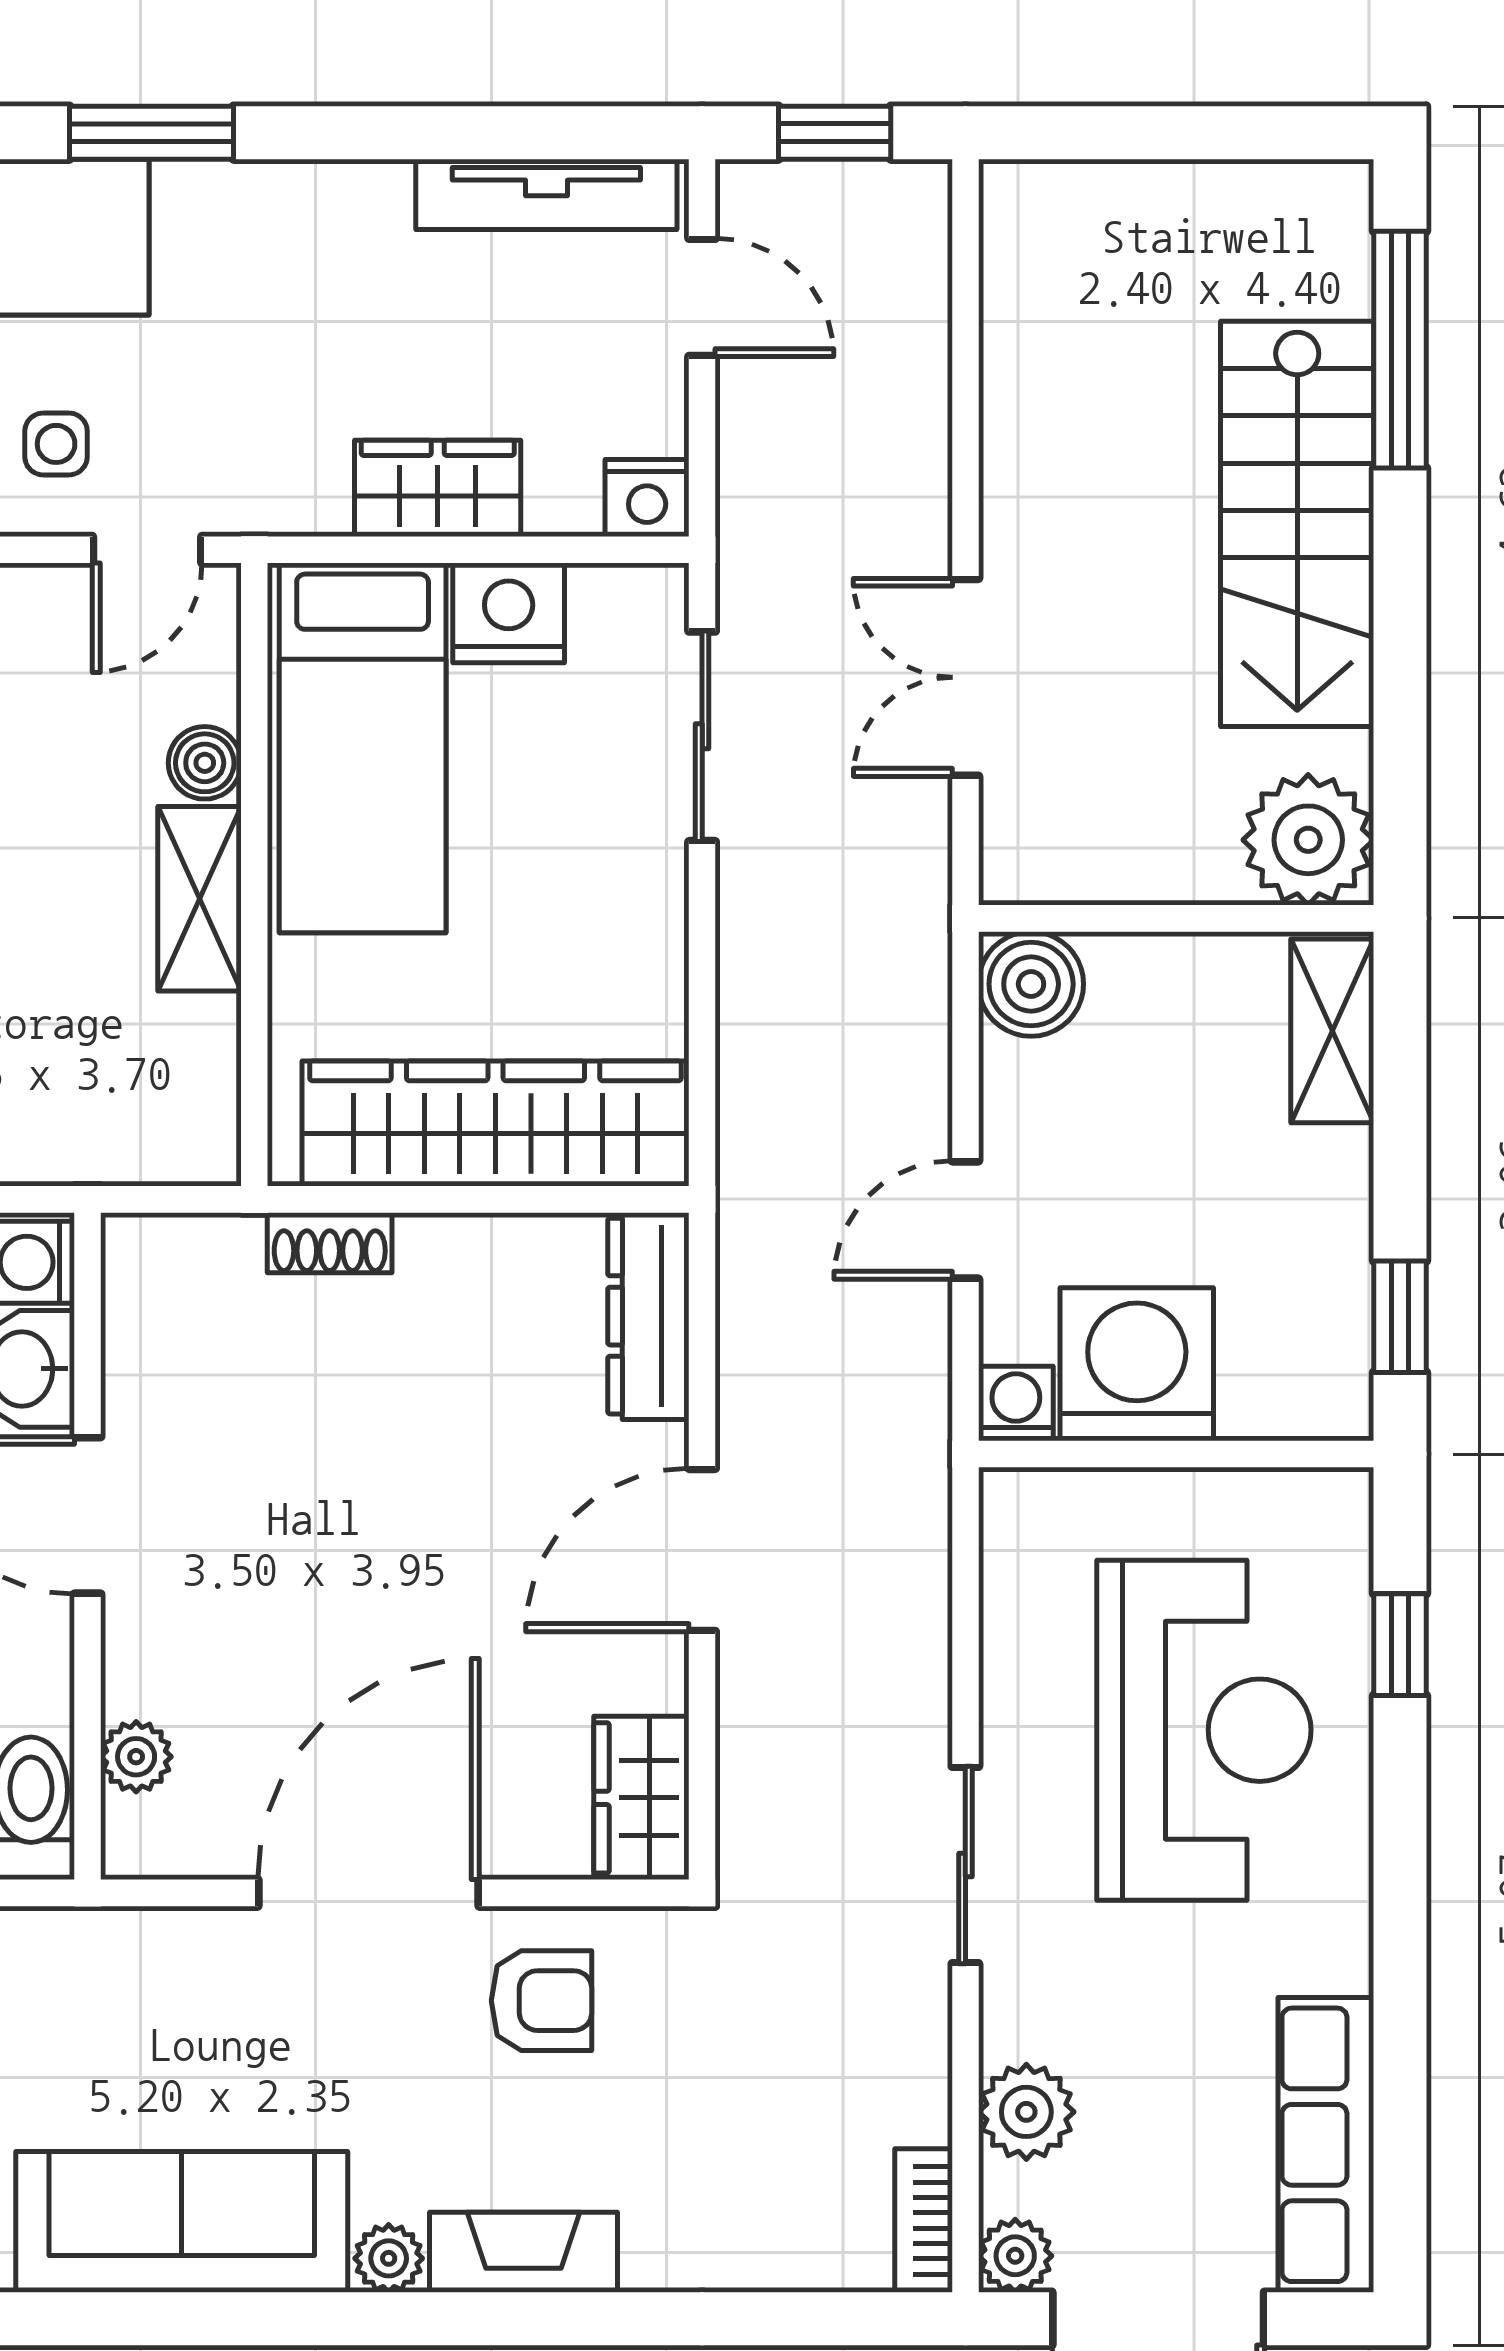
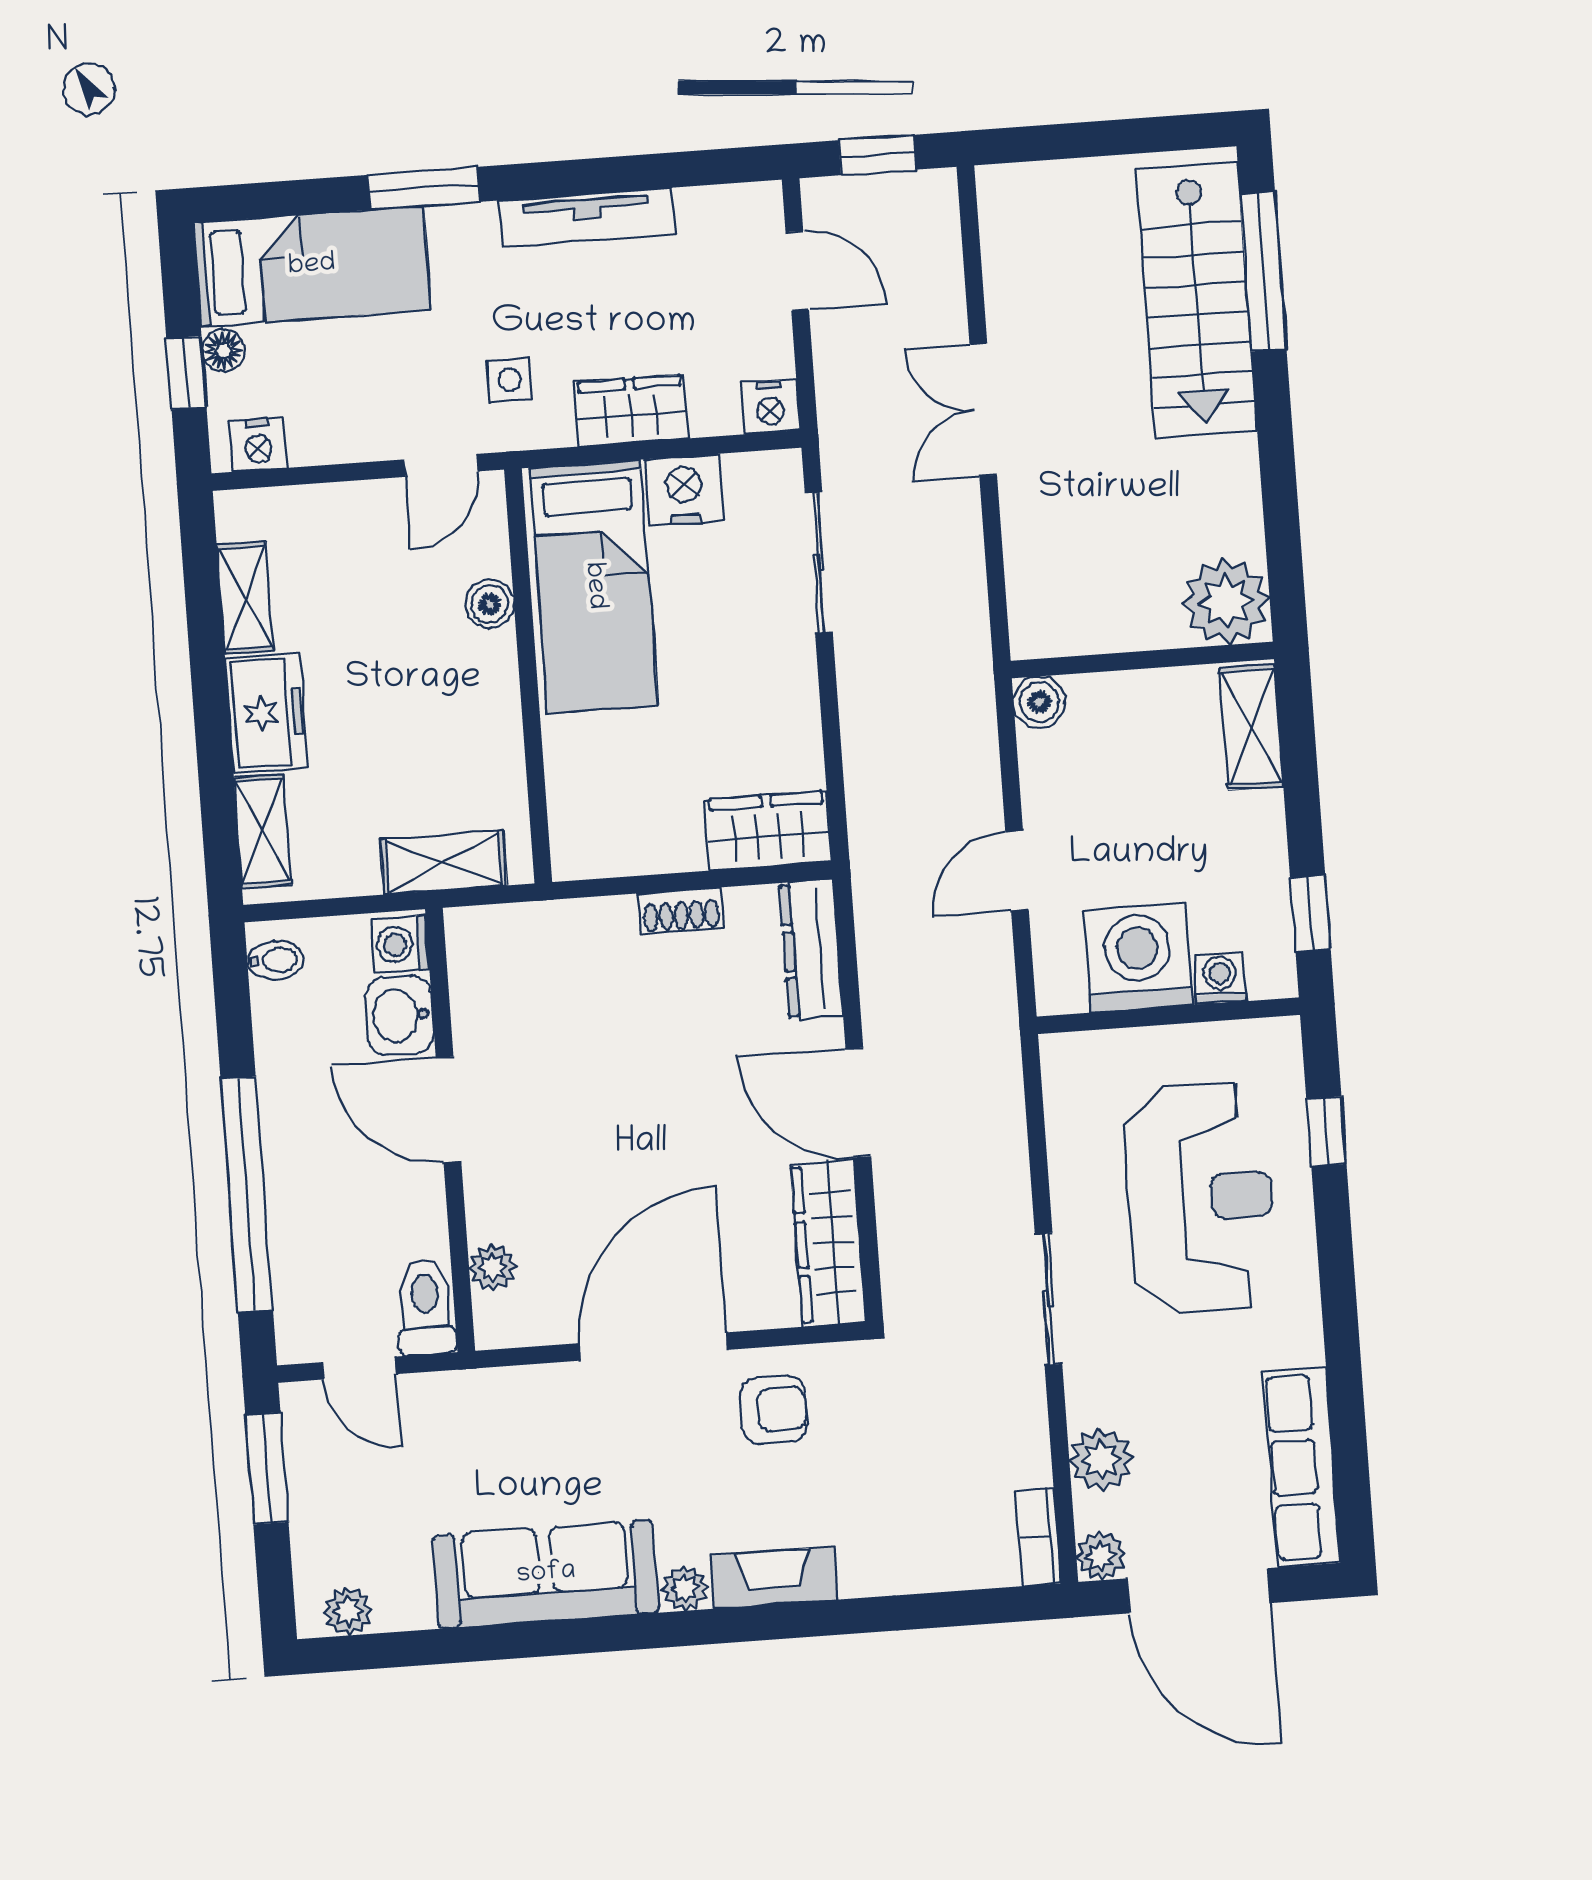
tv unit: (546, 194) -> (587, 217), moved
side table: (56, 444) -> (509, 380), moved
stairs: (1297, 524) -> (1197, 300), moved
double door: (965, 677) -> (983, 410), moved
shelving: (200, 899) -> (444, 862), moved, turned 90
boiler: (1031, 984) -> (1039, 702), width x0.73, depth x0.73
wardrobe: (495, 1124) -> (768, 831), width x0.48, depth x0.85
shoe rack: (330, 1243) -> (681, 910), moved
washing machine: (1016, 1403) -> (1220, 978), moved
door: (702, 1550) -> (858, 1103), hinge flipped
wardrobe: (641, 1798) -> (828, 1243), width x1.50

